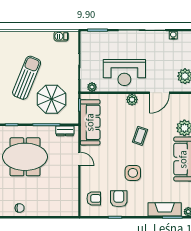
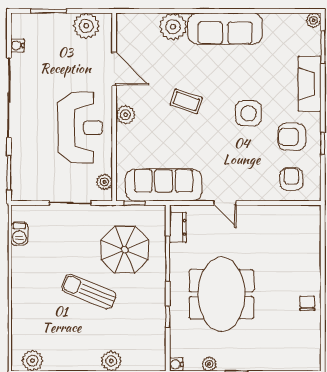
sun lounger: (27, 78) -> (89, 292), width x0.73, depth x0.75
door: (79, 159) -> (225, 203), swing flipped
fireplace: (165, 209) -> (310, 84), moved

